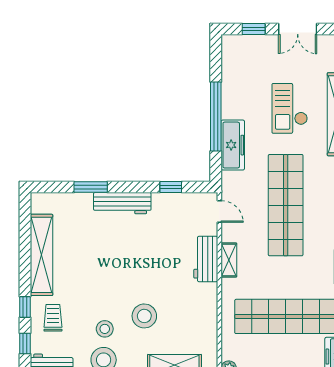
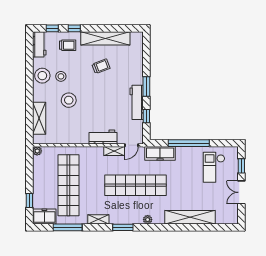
checkout: (290, 108) -> (214, 167), moved, turned -90
freezer: (233, 145) -> (160, 153), moved
window: (91, 187) -> (146, 86), moved
workbench: (122, 203) -> (137, 102), moved
shelving: (229, 260) -> (114, 151), moved
trolley: (88, 262) -> (101, 66), added

